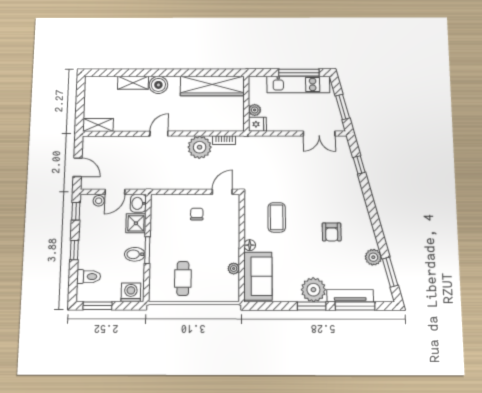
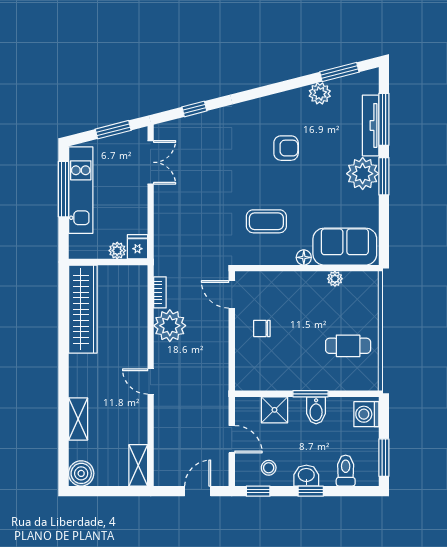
boiler: (158, 85) -> (81, 473), moved
stool: (99, 201) -> (269, 468), moved
washbasin: (138, 203) -> (306, 476), moved, turned 180

